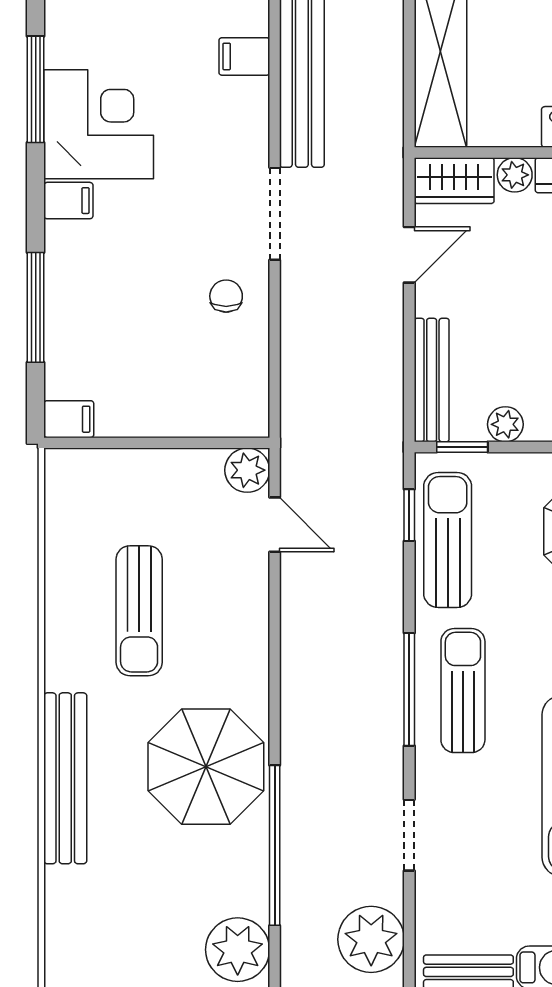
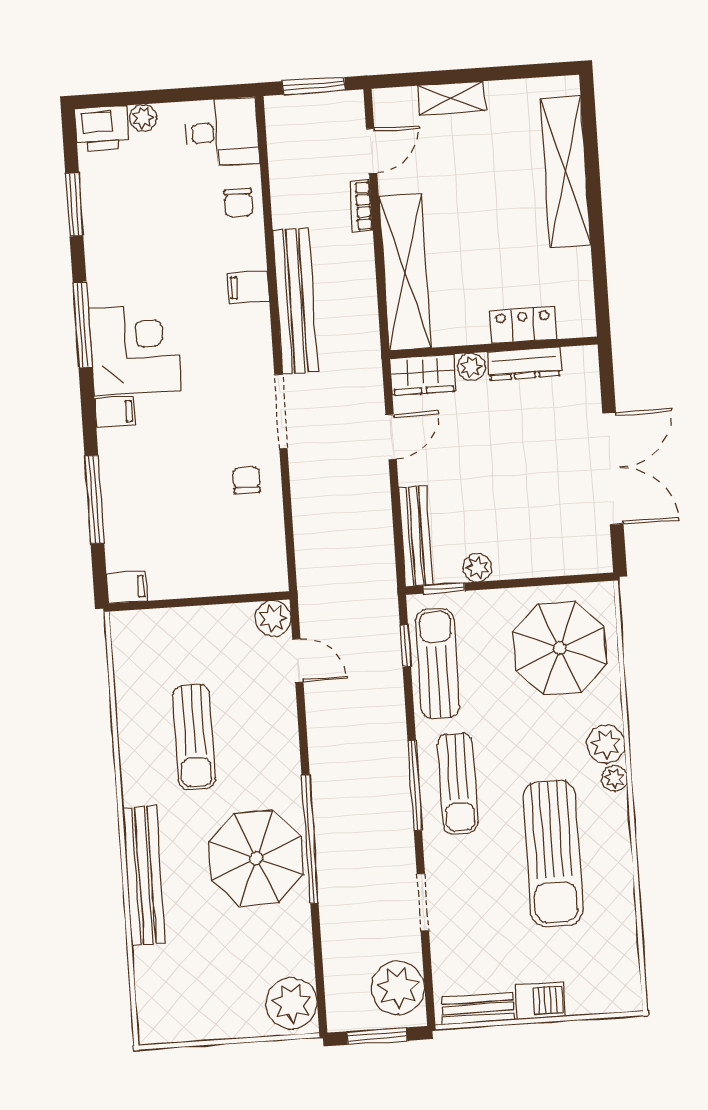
sun lounger: (463, 691) -> (458, 783), turned 180
window: (275, 845) -> (310, 839), moved

